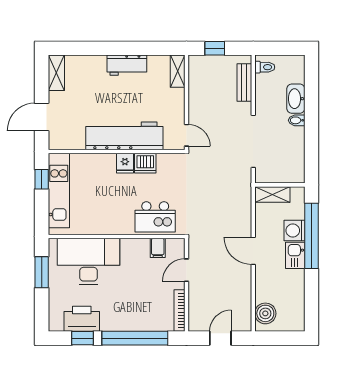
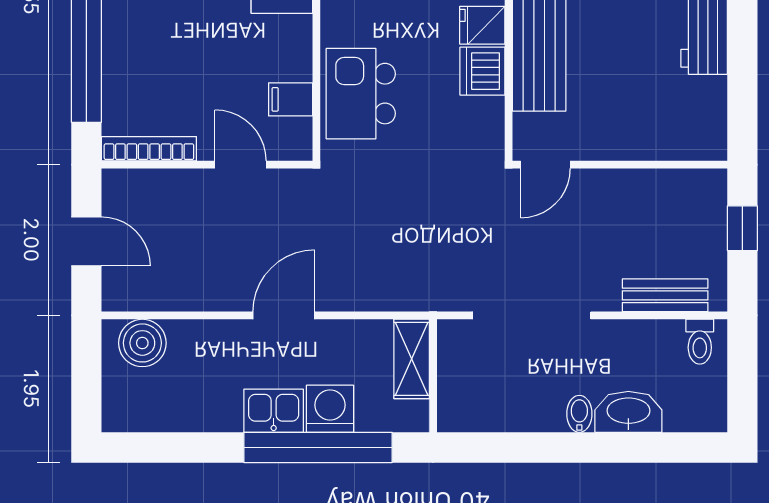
shelving: (178, 71) -> (691, 144), removed

